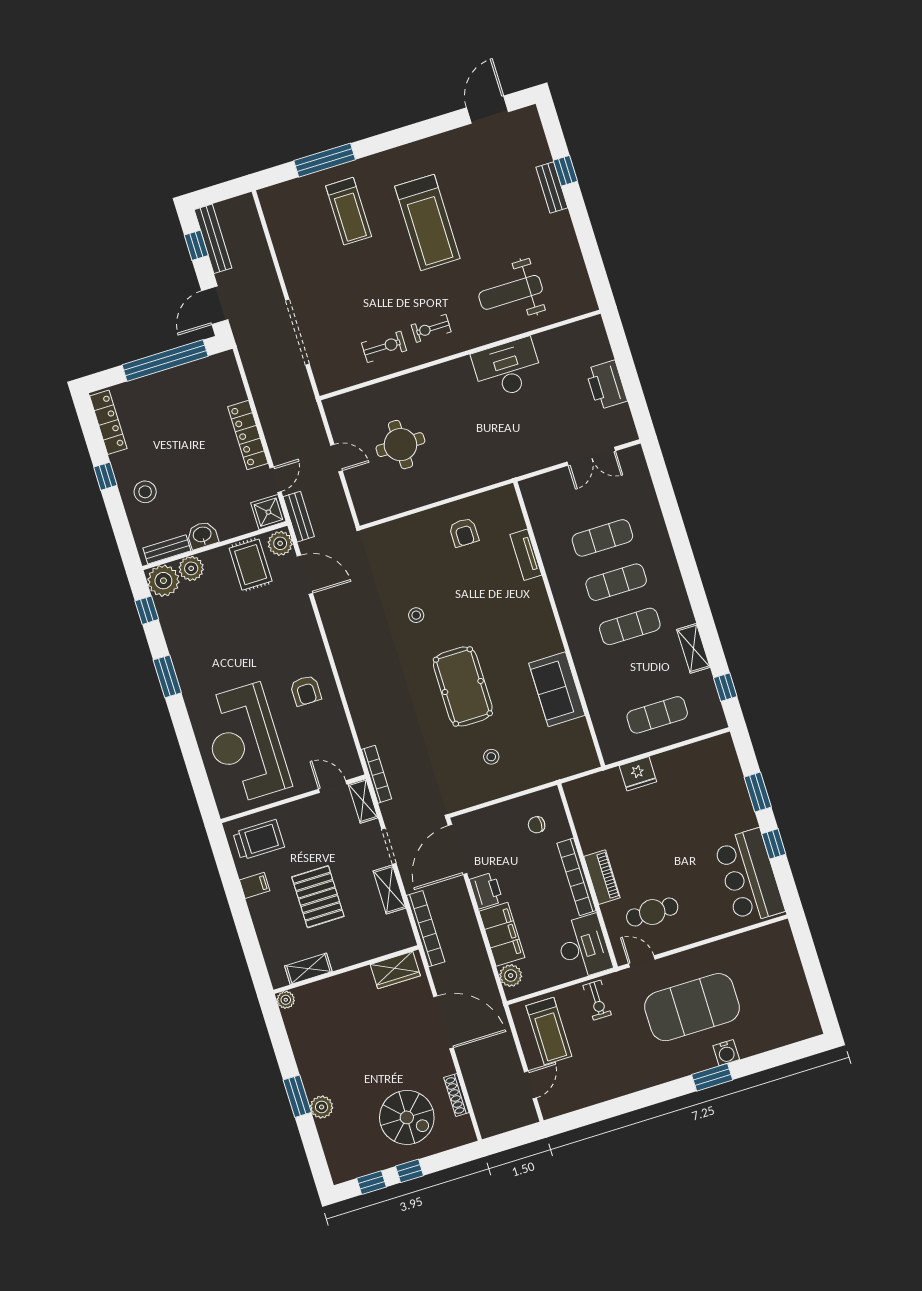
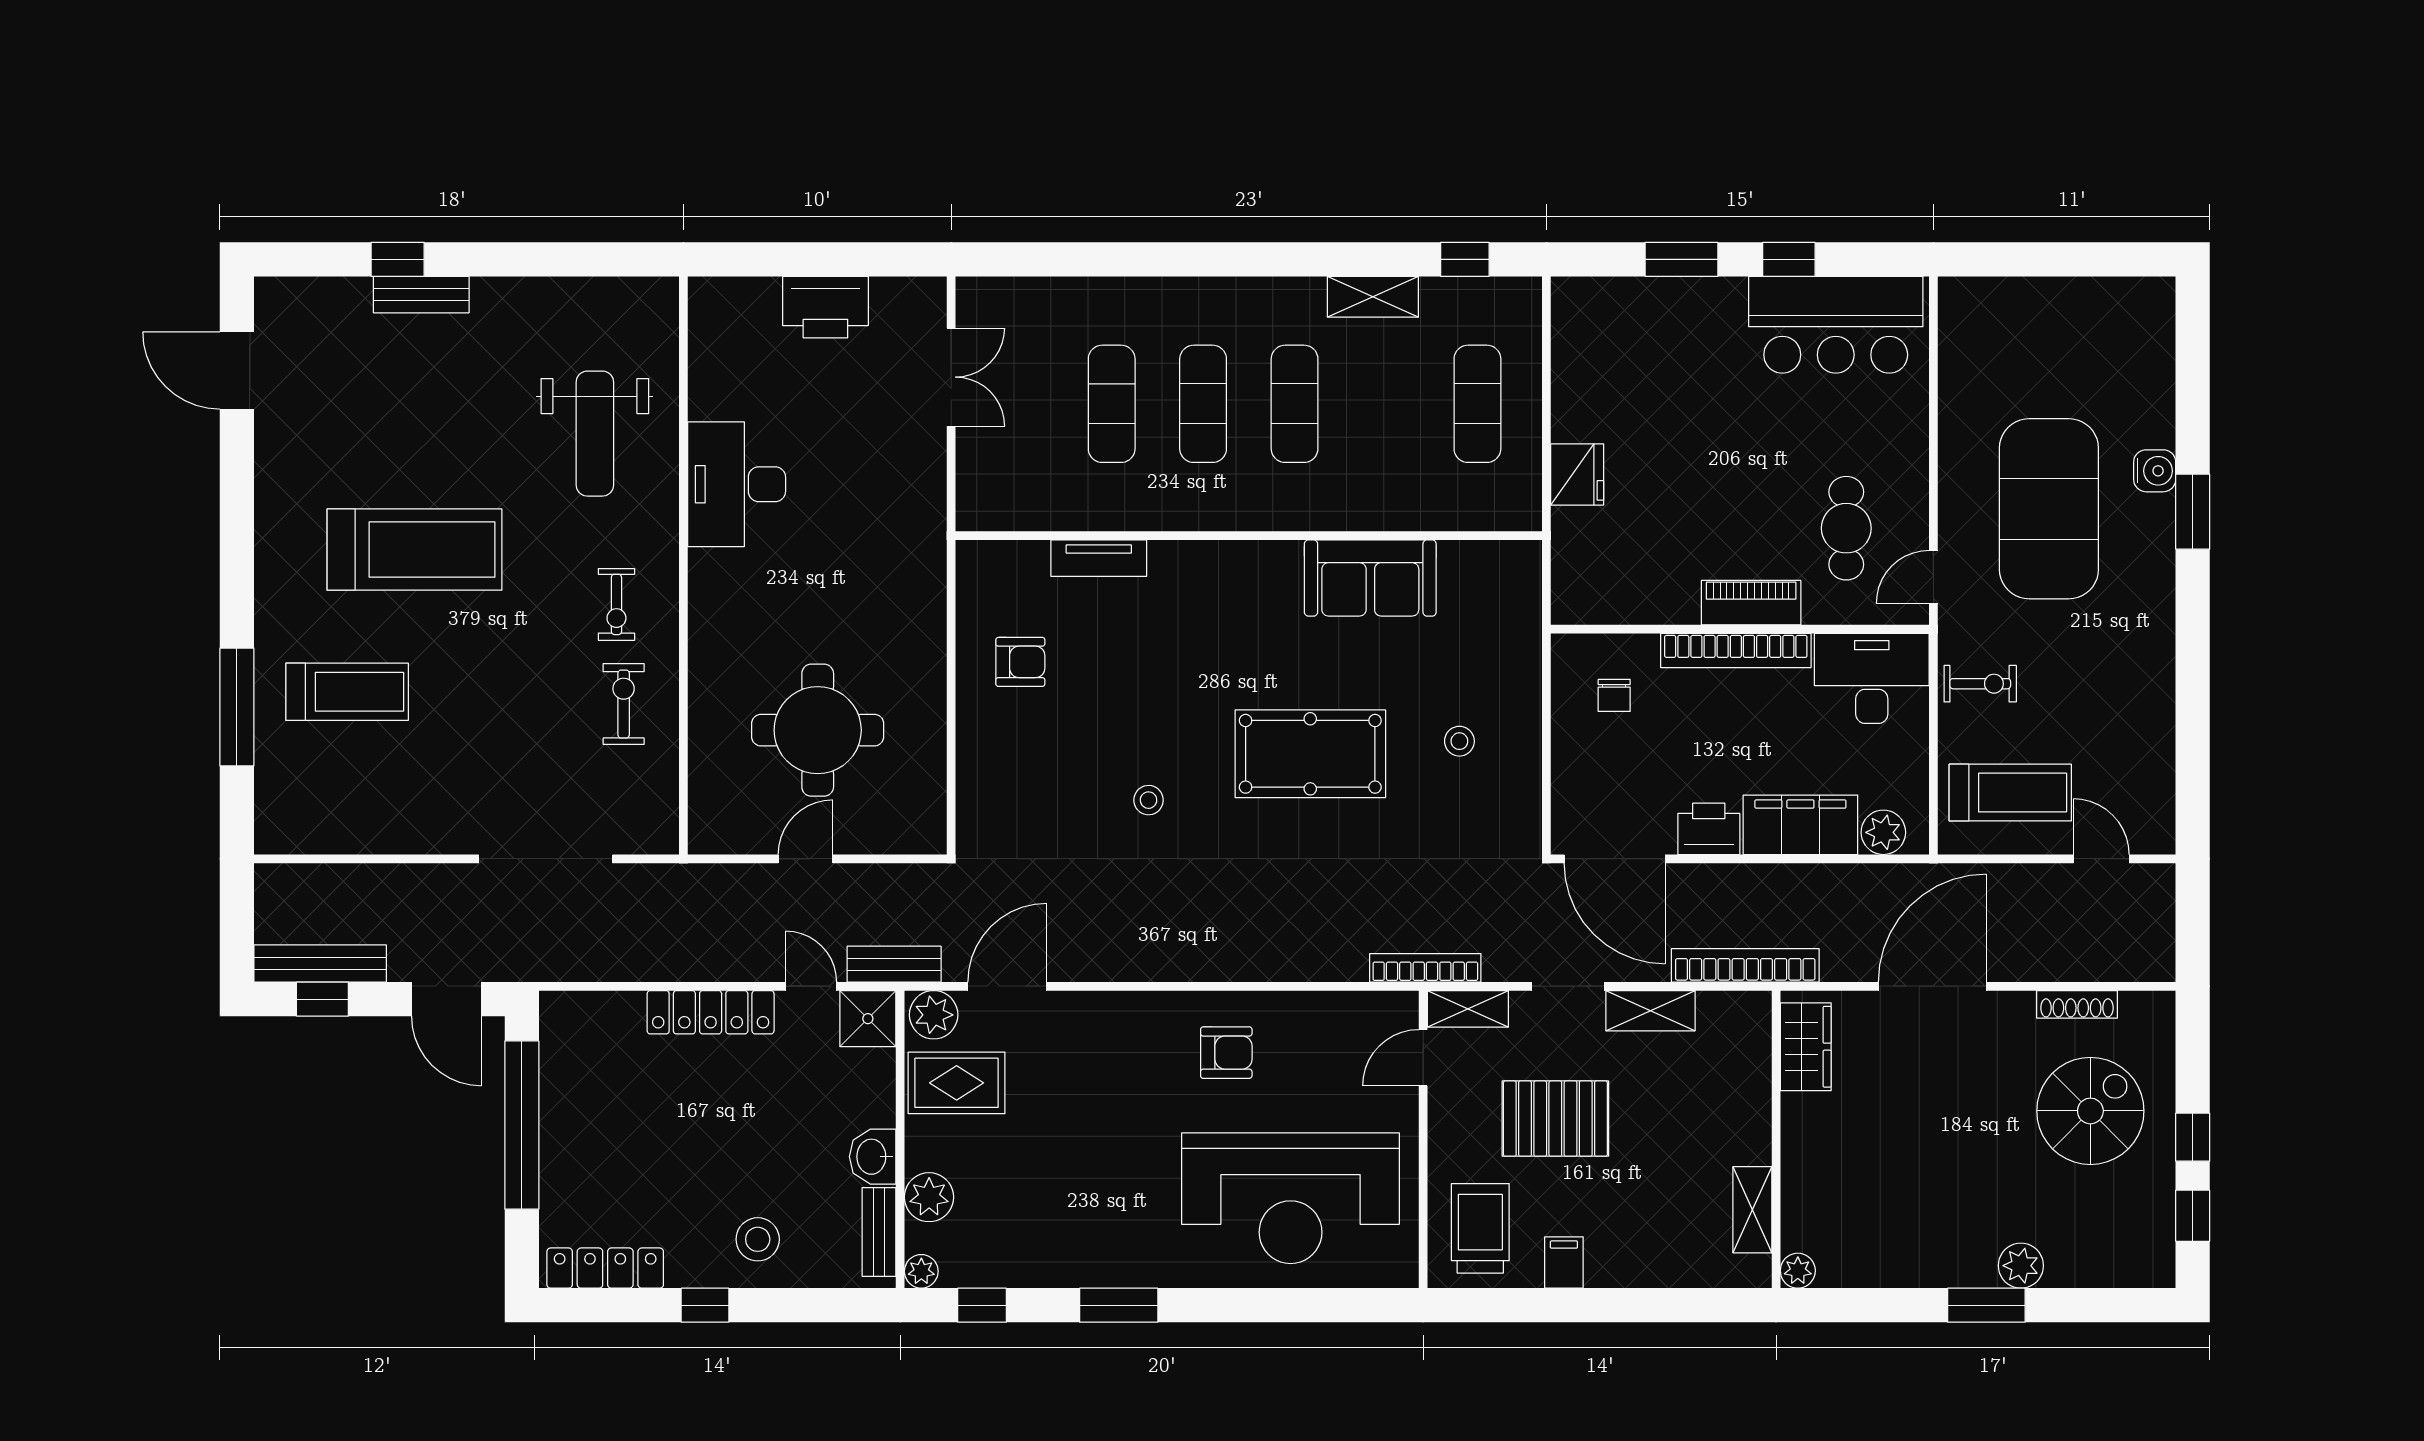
round table: (400, 445) -> (818, 730), width x1.36, depth x1.36
plant: (163, 581) -> (921, 1271), width x0.53, depth x0.53
pallet: (318, 897) -> (1555, 1119), moved

